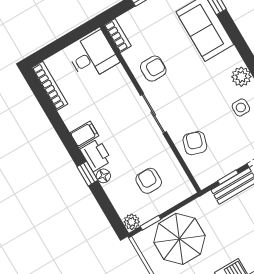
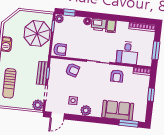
window: (70, 38) -> (156, 50), added
desk: (93, 56) -> (127, 53), moved
window: (87, 174) -> (69, 13), moved
armchair: (149, 181) -> (60, 49), moved

